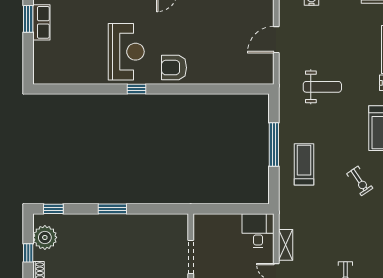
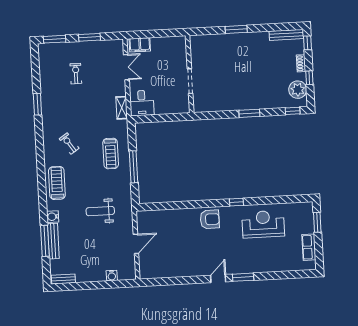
window: (28, 19) -> (317, 222), moved
reception desk: (126, 52) -> (263, 224), moved, turned 90
shelving: (286, 245) -> (122, 108), moved

